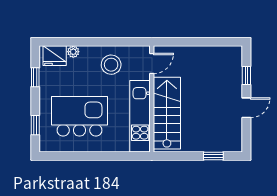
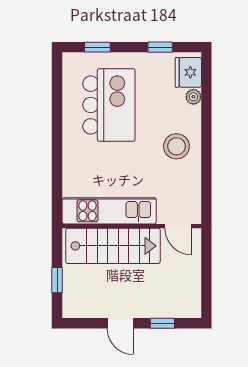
door: (152, 63) -> (178, 226), moved
wall: (152, 99) -> (132, 226), moved
stairs: (167, 113) -> (113, 246), moved
kitchen unit: (140, 116) -> (109, 211), moved

